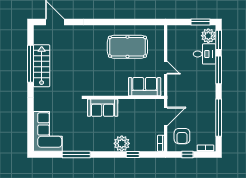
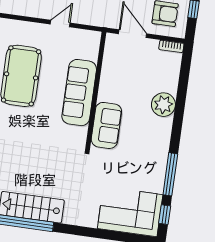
sofa: (145, 87) -> (79, 93), moved, width x1.36
window: (133, 154) -> (165, 215), moved

